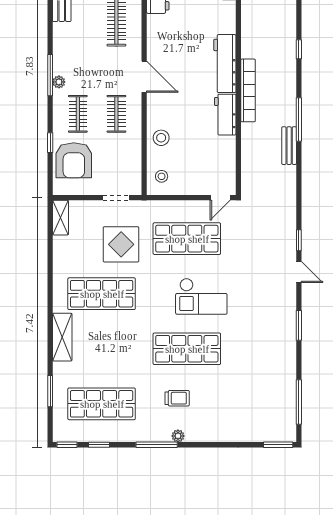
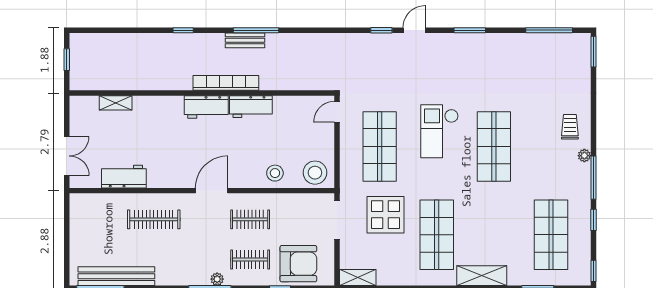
workbench: (225, 64) -> (206, 107), width x0.73
bench: (289, 146) -> (245, 40), moved
stool: (162, 176) -> (315, 173), width x1.89, depth x1.89
doorway: (116, 198) -> (337, 220), width x1.38
door: (220, 198) -> (337, 112), swing flipped
checkout: (201, 296) -> (439, 131), turned 180
trolley: (177, 398) -> (570, 127), moved
window: (99, 445) -> (593, 220), moved

